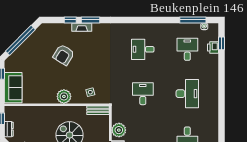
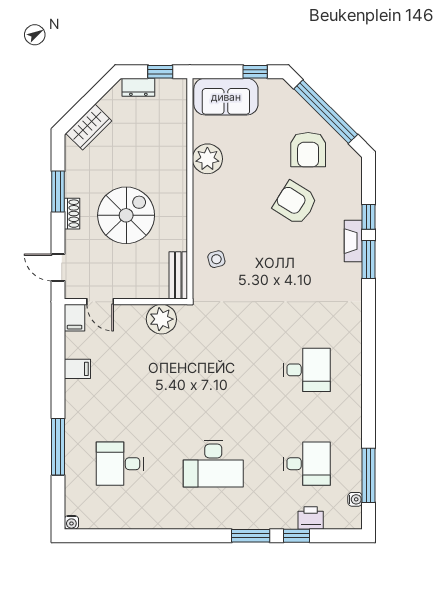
window: (222, 43) -> (297, 536), moved
armchair: (38, 49) -> (308, 150), added
desk: (143, 49) -> (307, 370), turned 90
window: (222, 76) -> (251, 536), added
desk: (143, 94) -> (213, 370), removed
plant: (64, 96) -> (207, 159), moved
plant: (119, 130) -> (161, 319), moved

